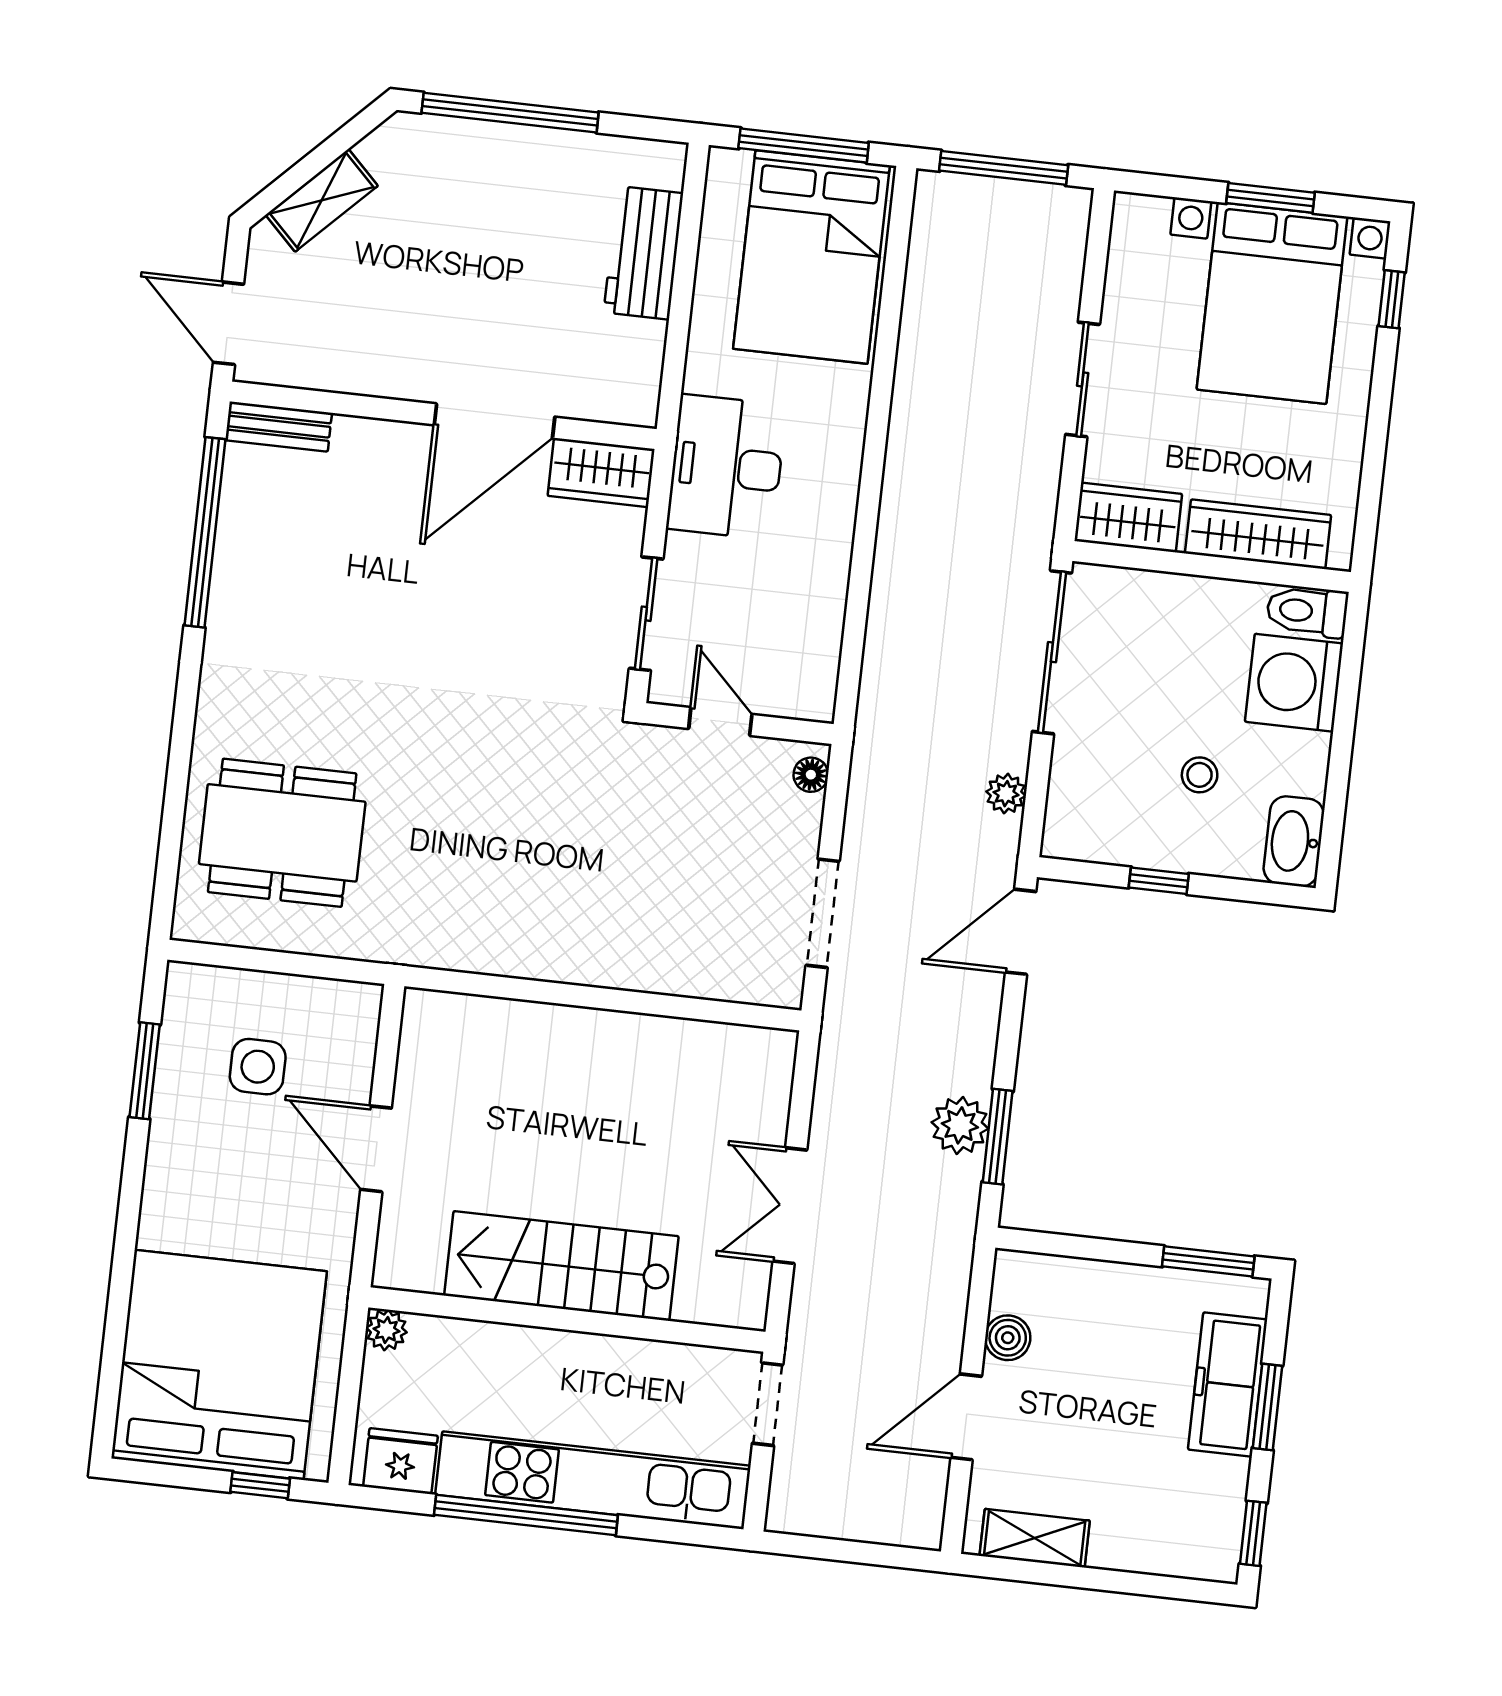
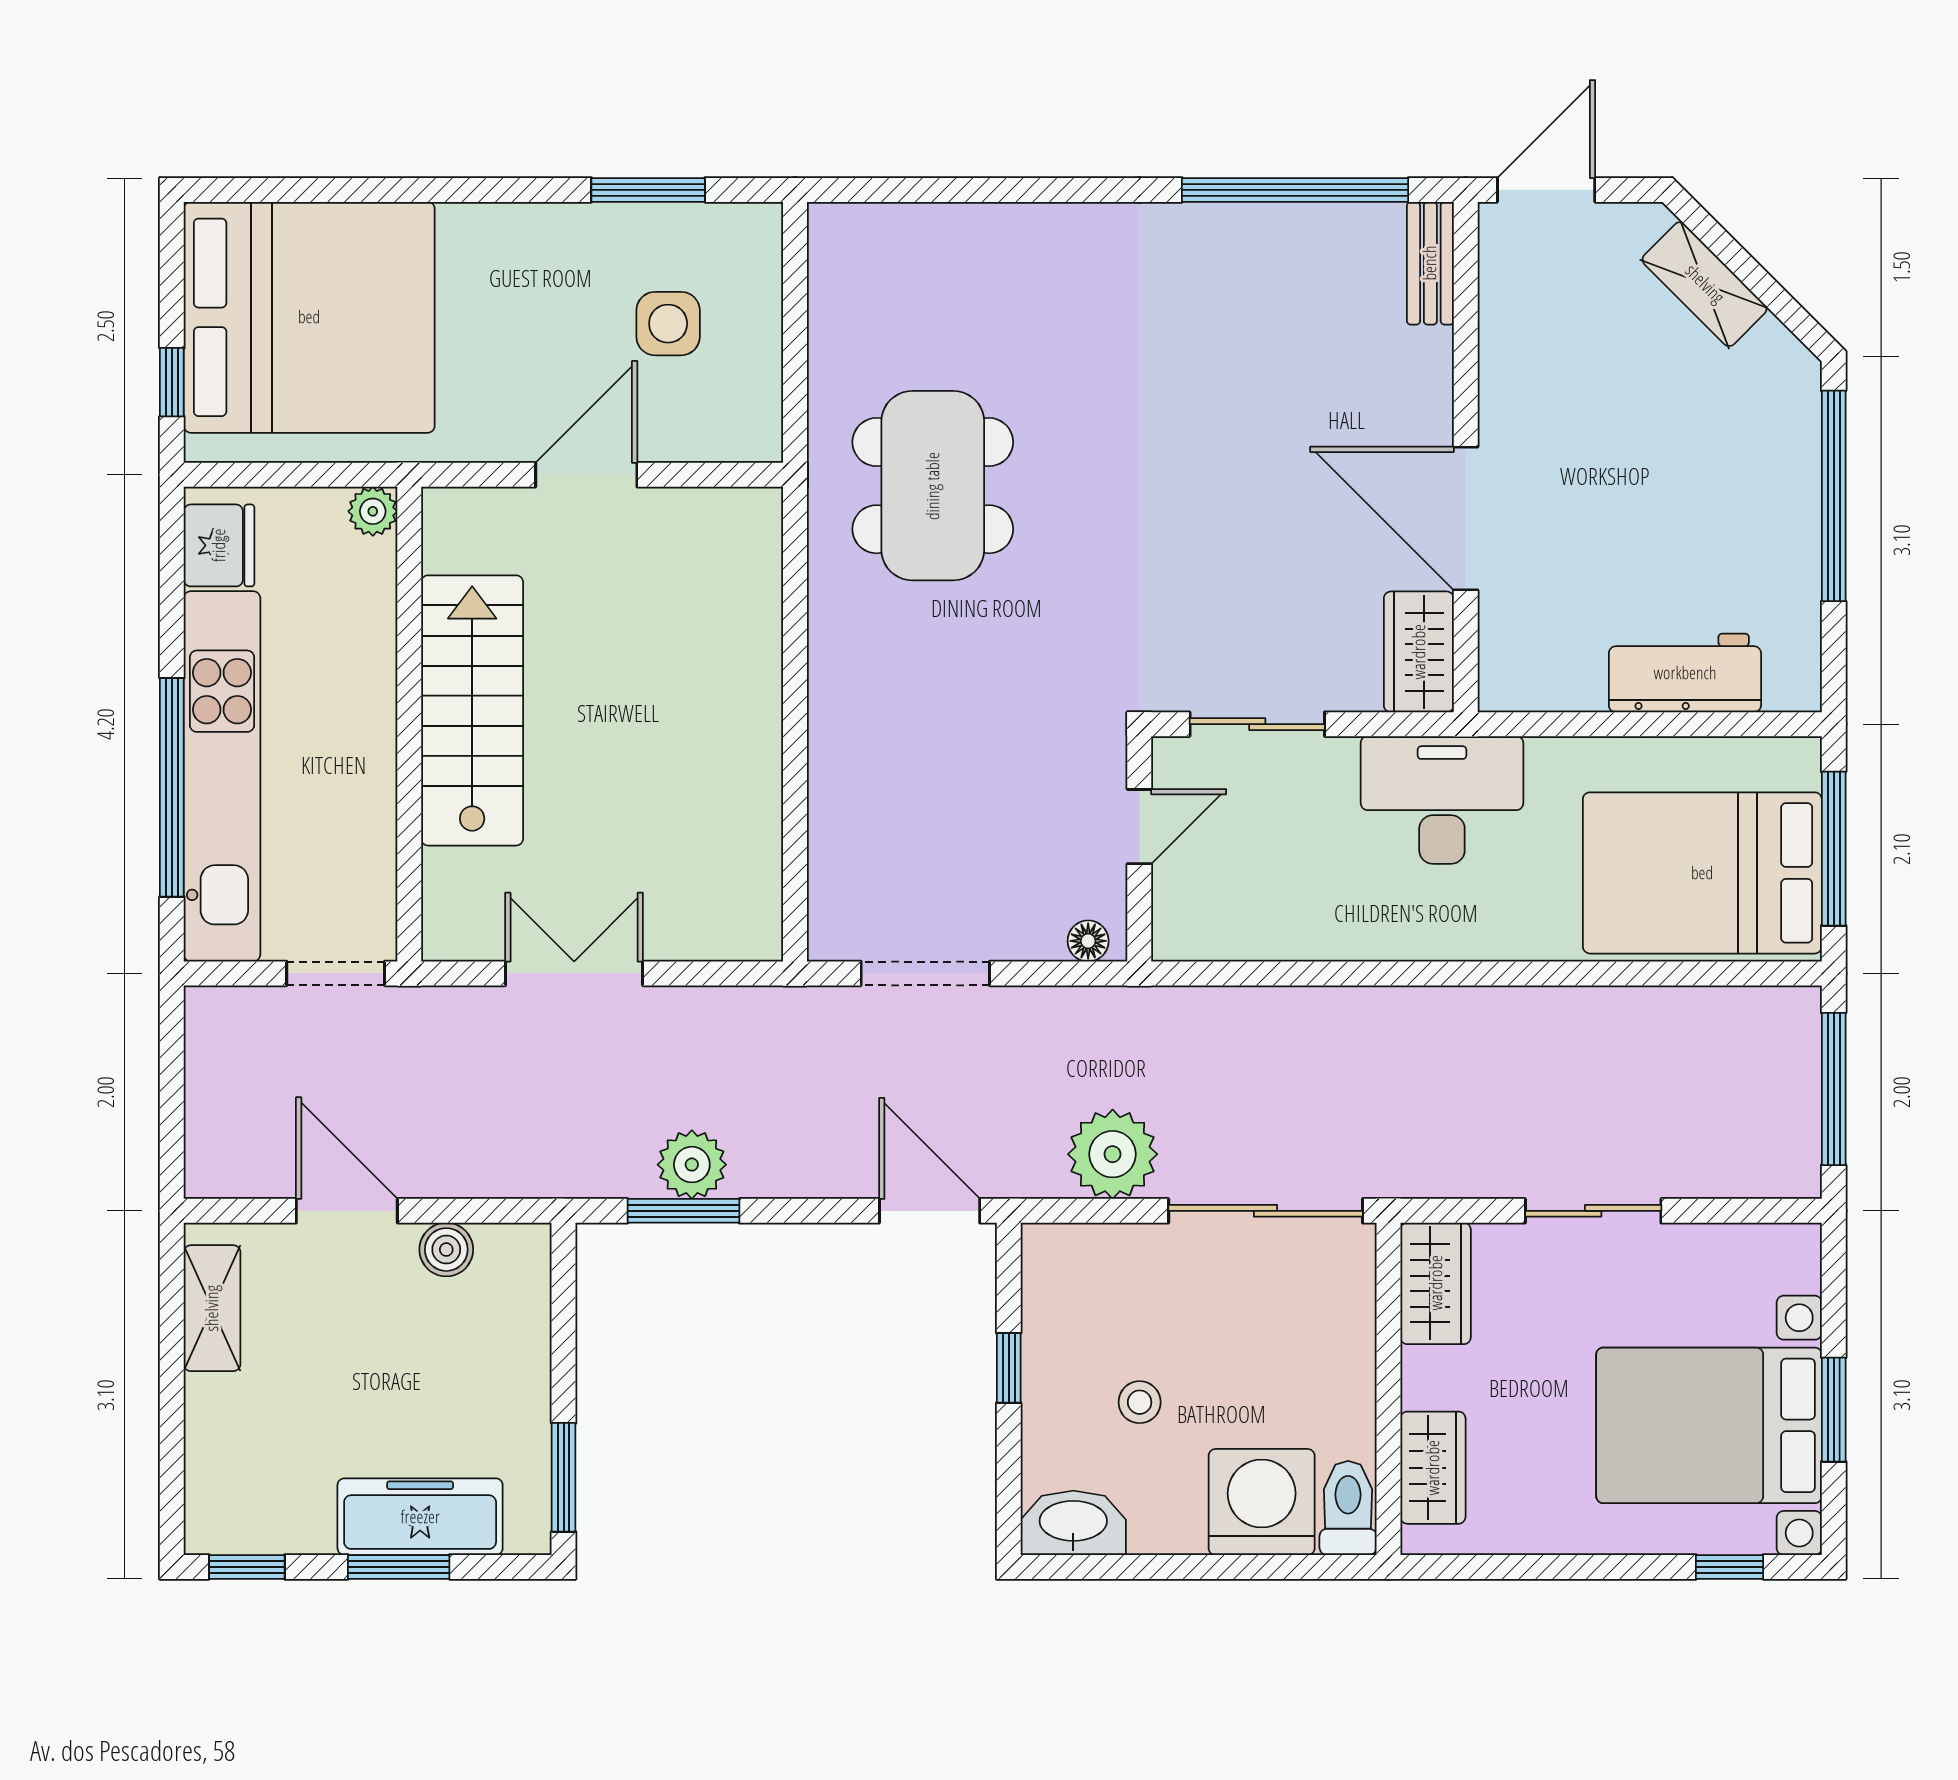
wardrobe: (1258, 534) -> (1433, 1468), width x0.67
plant: (1006, 794) -> (1113, 1154), width x1.87, depth x1.87
dining table: (282, 833) -> (933, 486), moved
window: (526, 1515) -> (172, 787), moved

